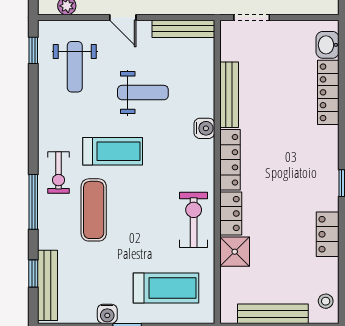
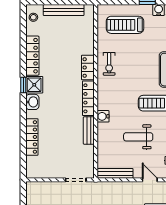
washbasin: (328, 45) -> (32, 102), moved
bench: (229, 95) -> (89, 131), width x0.73
exercise bike: (194, 220) -> (109, 64), width x0.73, depth x0.72
locker: (328, 234) -> (32, 56), width x1.53
shower: (235, 252) -> (34, 85), moved

